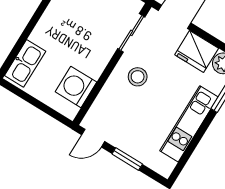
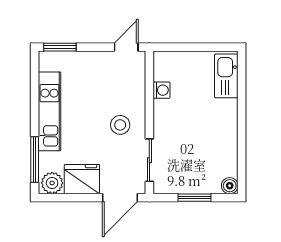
washing machine: (76, 87) -> (161, 90), width x0.53, depth x0.53
window: (127, 159) -> (60, 47), moved

